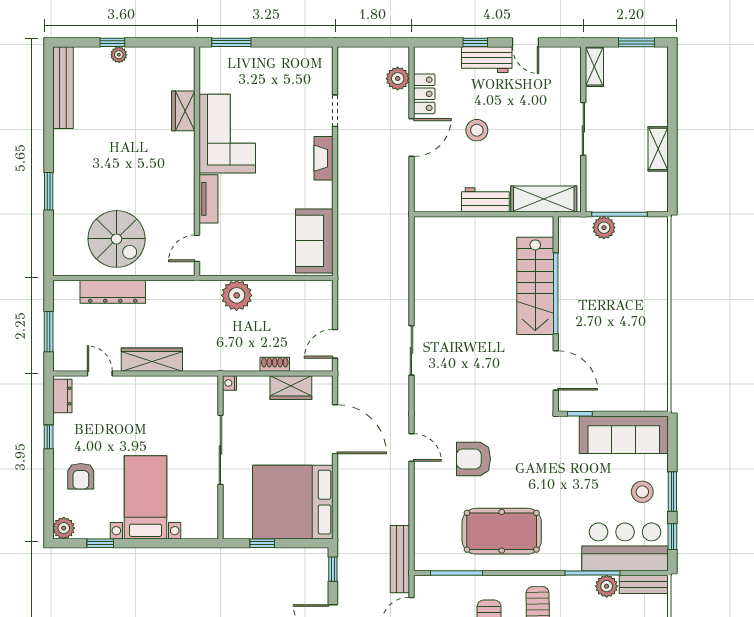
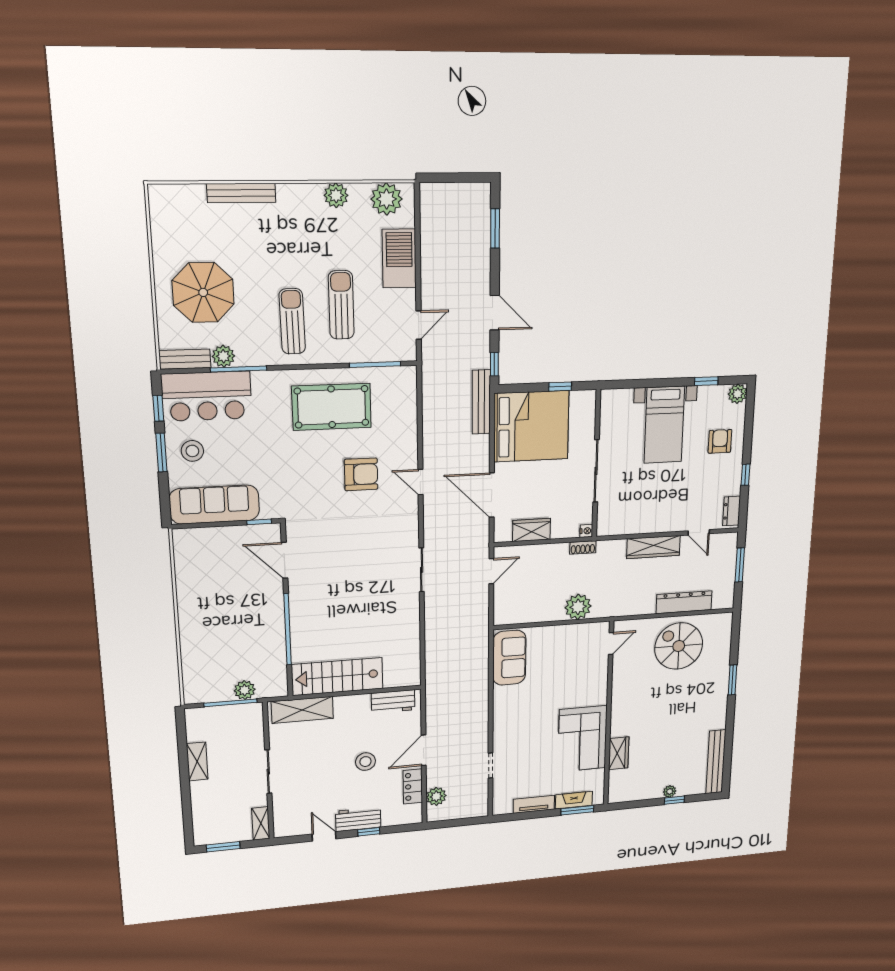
fireplace: (324, 158) -> (574, 800), moved, turned -90
tv unit: (208, 199) -> (534, 804), moved, turned 90
workbench: (485, 200) -> (393, 702), moved
stairs: (535, 286) -> (337, 677), moved, turned -90
shoe rack: (275, 364) -> (583, 547), moved
bench: (400, 559) -> (481, 402), moved

